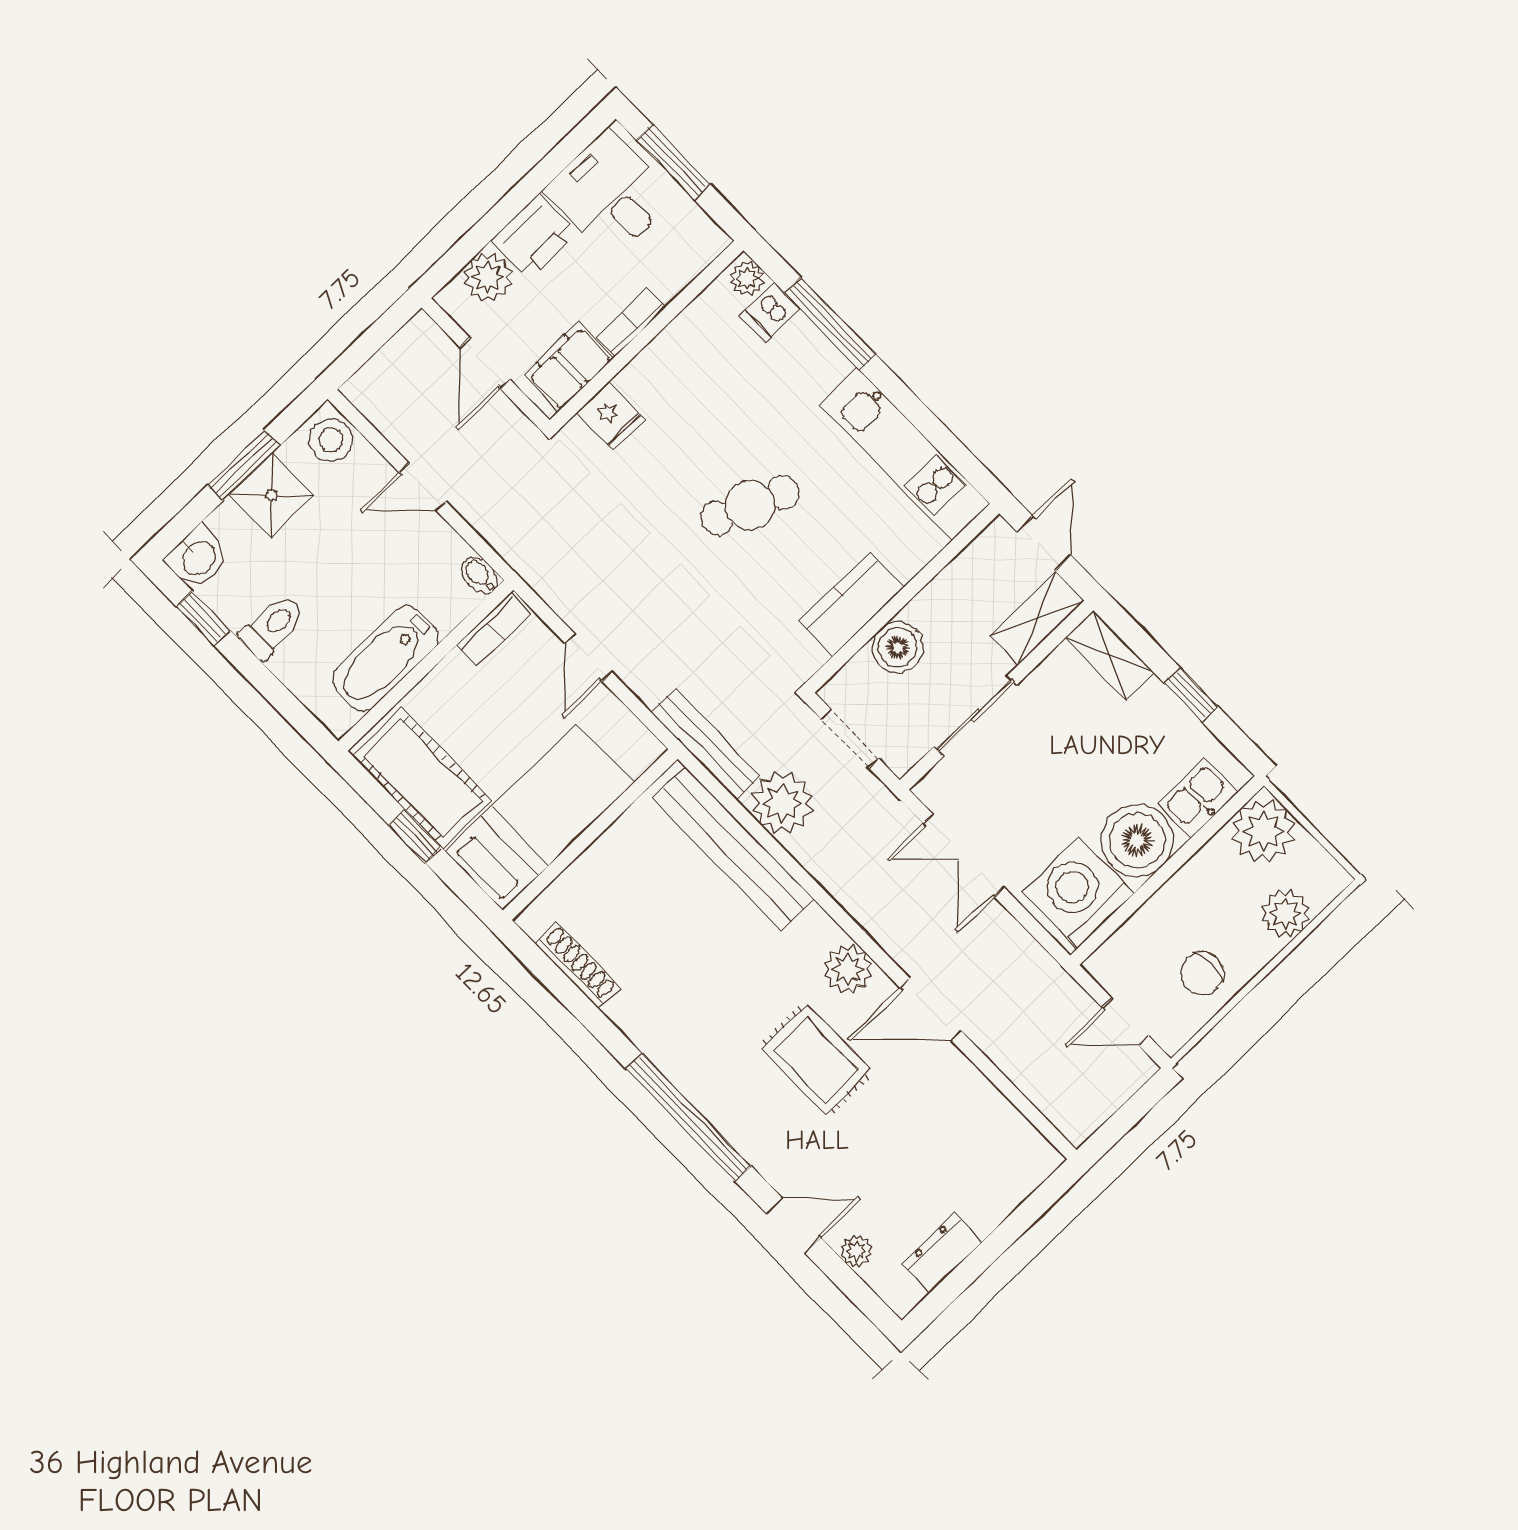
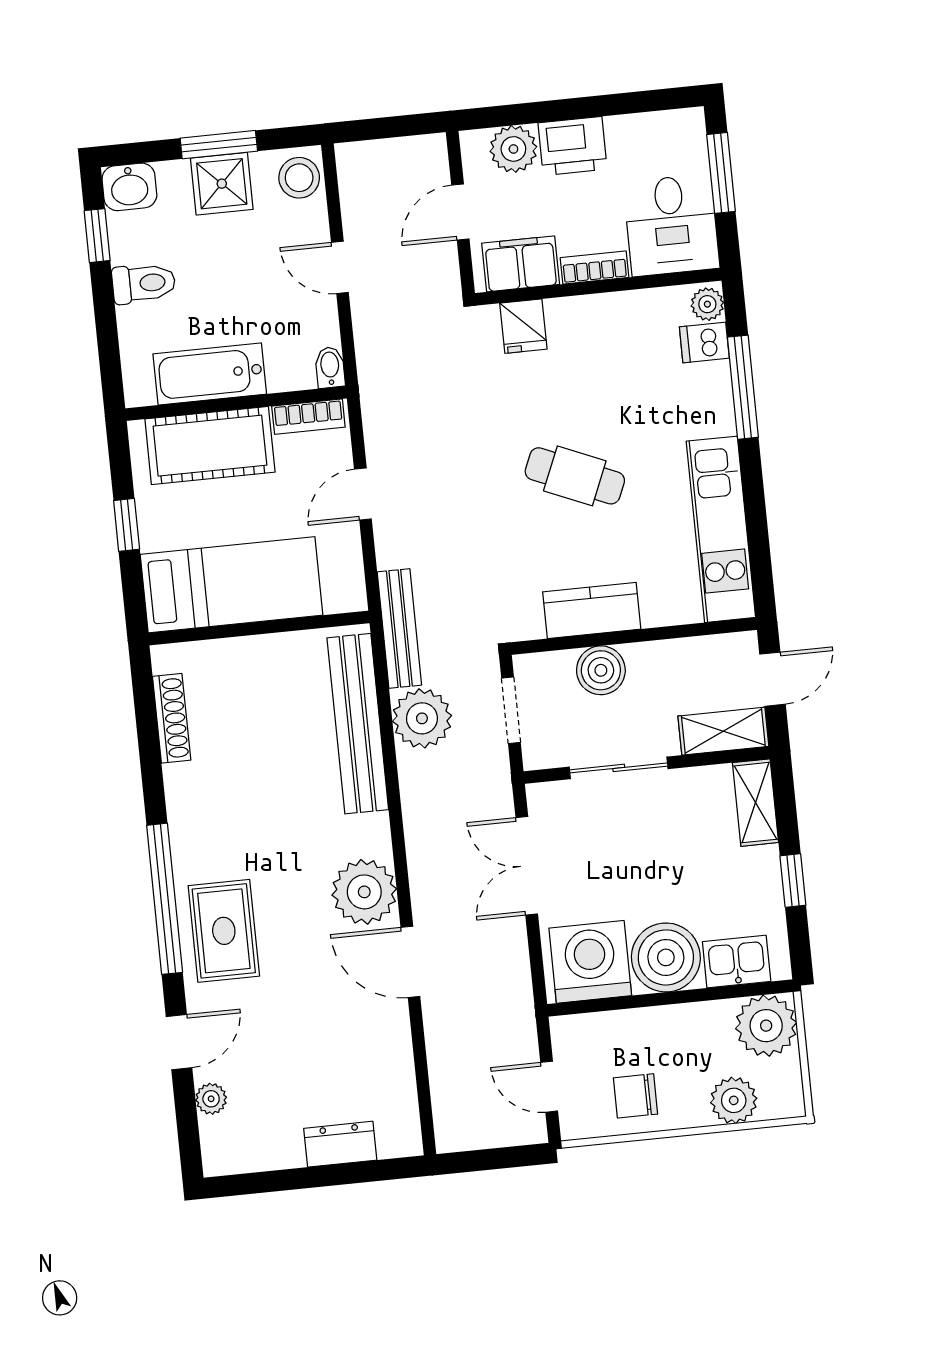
desk: (609, 194) -> (671, 225), moved, turned 180
cot: (422, 778) -> (210, 446), moved, turned 90
plant: (848, 969) -> (364, 892), width x1.36, depth x1.36
rug: (816, 1060) -> (224, 931), moved
door: (794, 1225) -> (179, 1042), hinge flipped
dresser: (942, 1253) -> (340, 1144), moved

